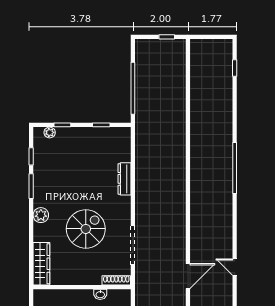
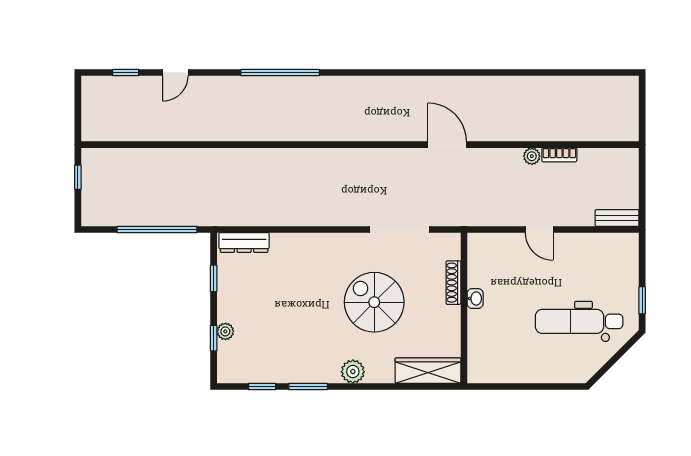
plant: (50, 132) -> (225, 331), moved
dresser: (124, 179) -> (244, 242), moved
door: (235, 267) -> (175, 72), moved
shoe rack: (116, 280) -> (453, 283), moved
washbasin: (100, 294) -> (475, 299), moved

